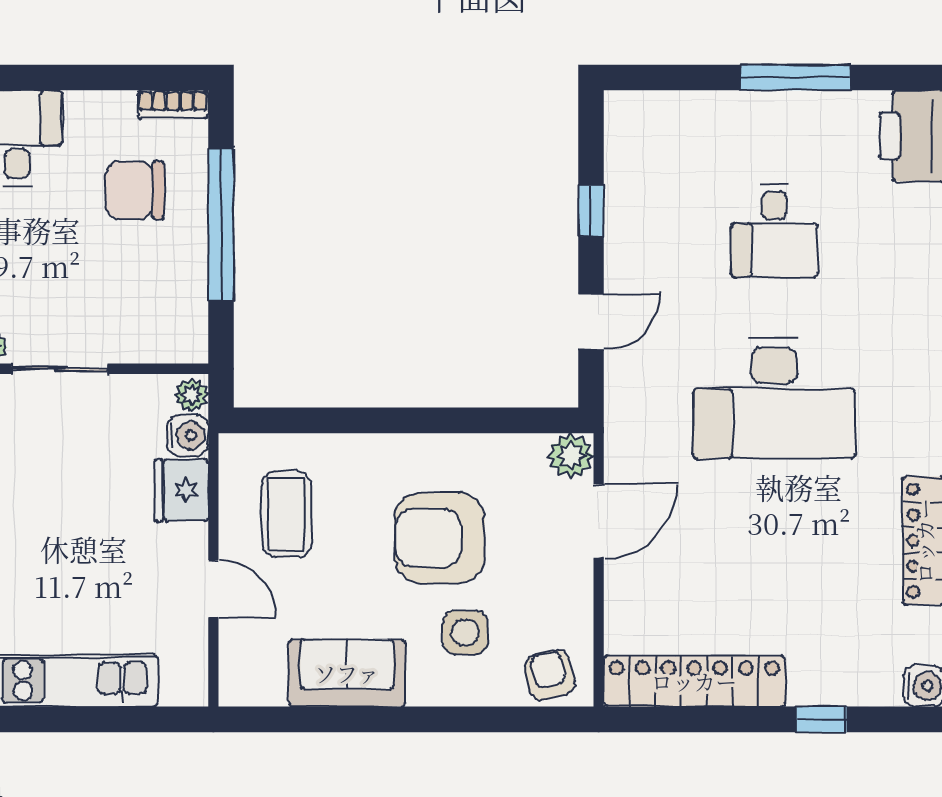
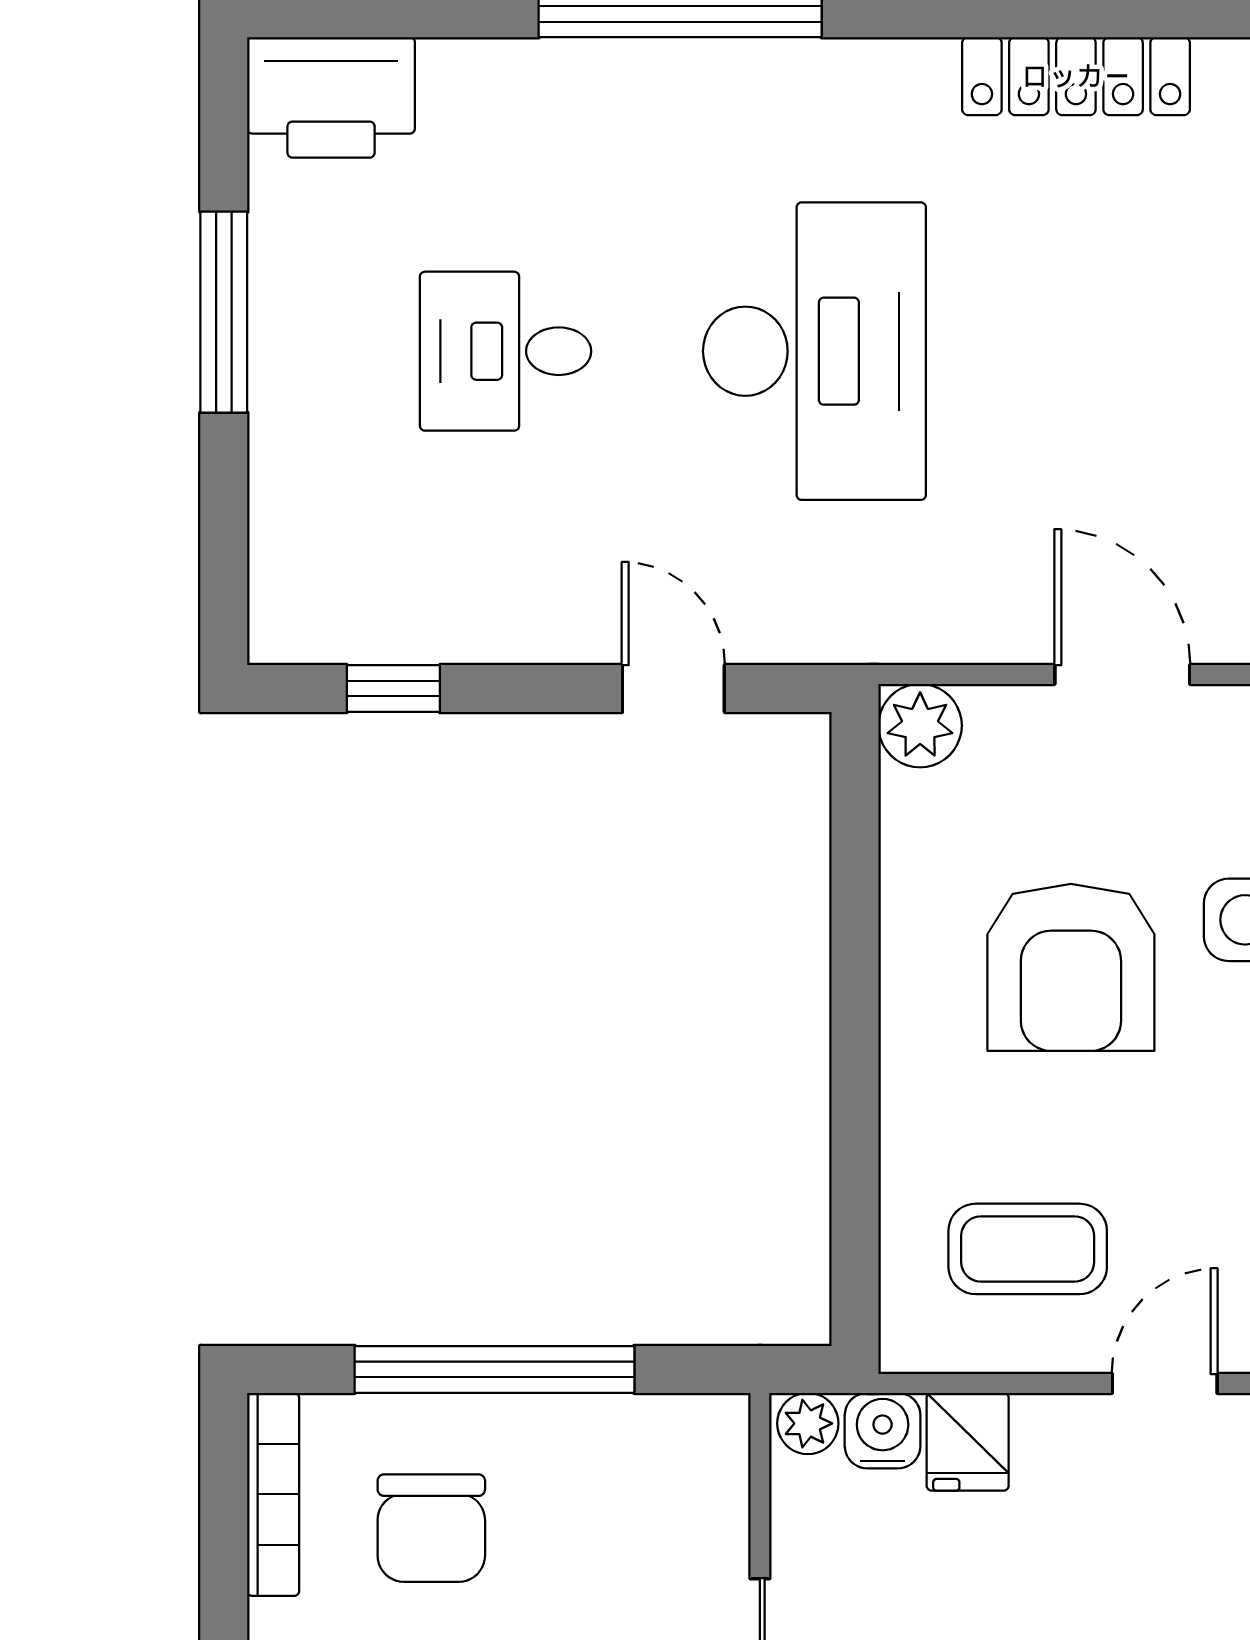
bookcase: (173, 104) -> (273, 1494), width x1.56
window: (591, 211) -> (393, 689), moved
desk: (774, 231) -> (506, 351), turned 180
fridge: (182, 490) -> (968, 1442), width x0.72
door: (599, 521) -> (1122, 674), moved

